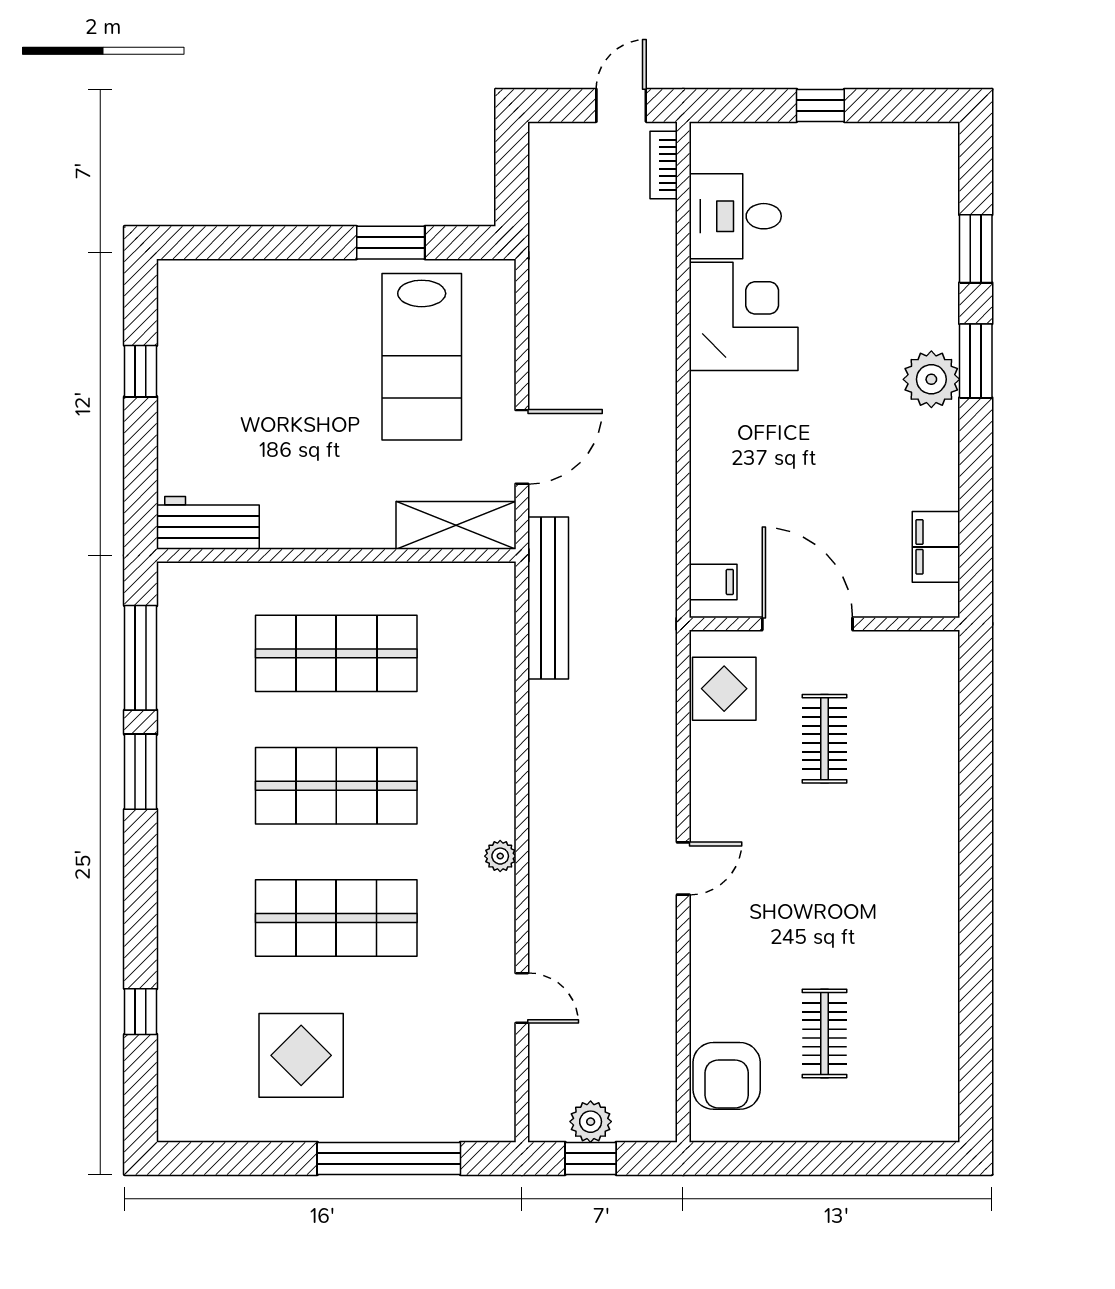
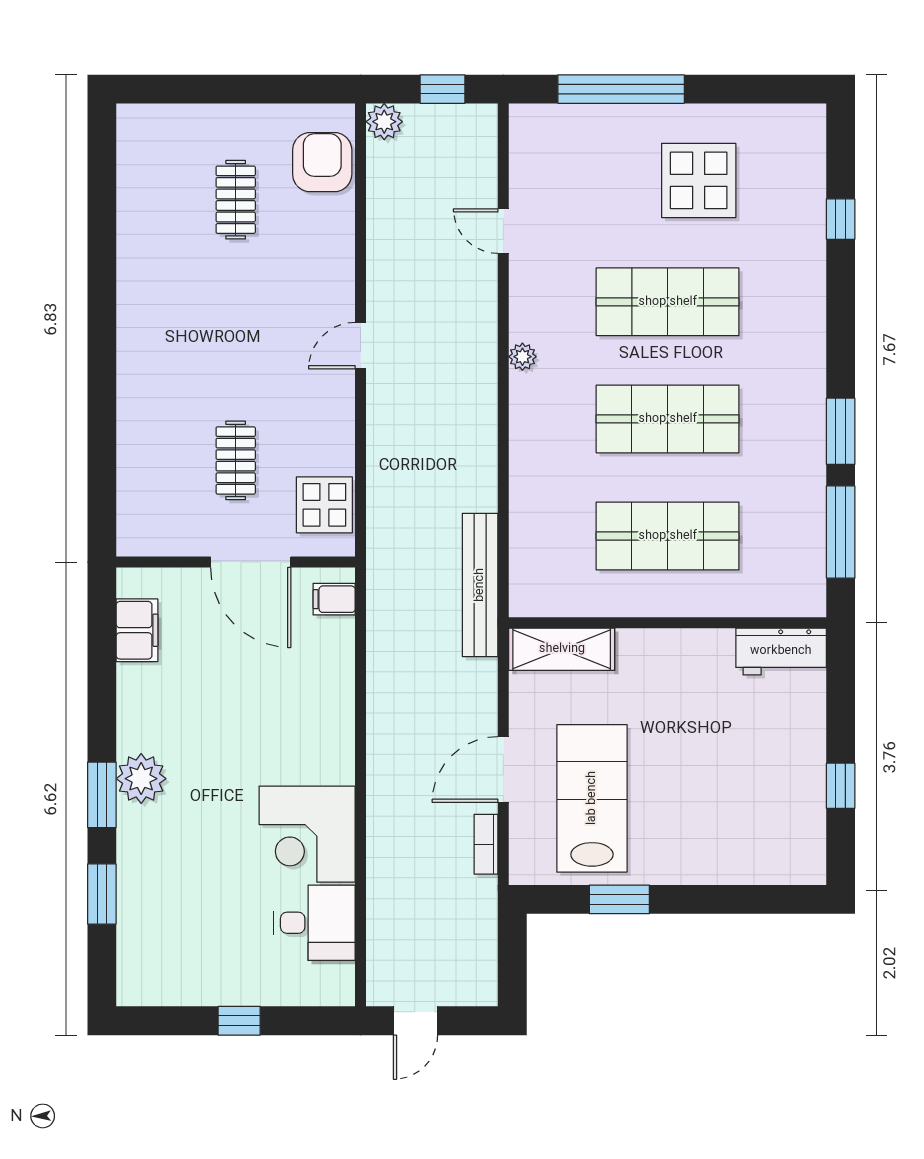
bookcase: (664, 165) -> (486, 844), moved, turned 180
door: (522, 447) -> (503, 770), moved
plant: (591, 1122) -> (384, 122), moved

